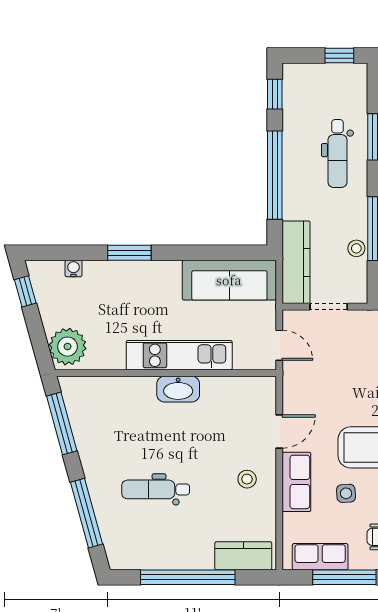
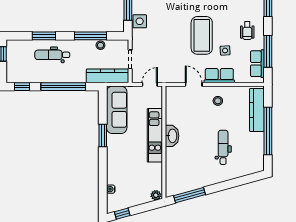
dental chair: (337, 154) -> (52, 55), turned 180
window: (129, 253) -> (103, 136), moved
plant: (68, 347) -> (156, 195), width x0.53, depth x0.53
dental chair: (156, 489) -> (223, 147), turned 180
window: (86, 513) -> (235, 182), removed
kitchen counter: (243, 556) -> (257, 110), width x1.50

